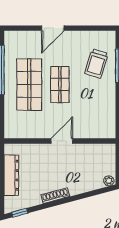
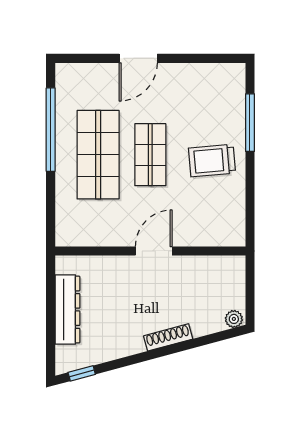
trolley: (96, 63) -> (212, 161), moved, turned 68
shoe rack: (55, 196) -> (168, 337), moved

